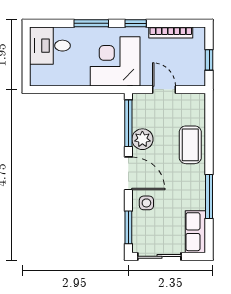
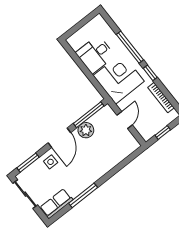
window: (91, 23) -> (130, 47), width x1.44
desk: (50, 46) -> (95, 54), moved, turned -90
coffee table: (190, 145) -> (105, 161), removed

